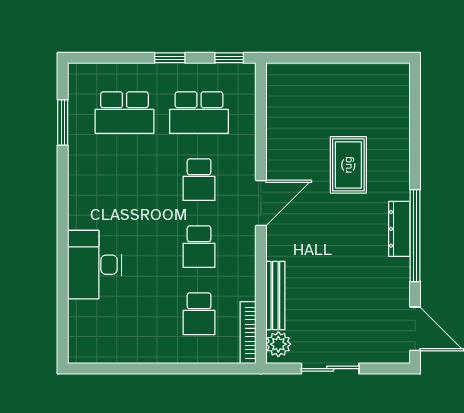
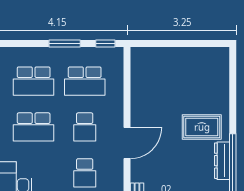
window: (170, 58) -> (65, 43), width x1.50
rug: (348, 165) -> (202, 127), moved, turned 90
school desk: (124, 180) -> (34, 127), added

